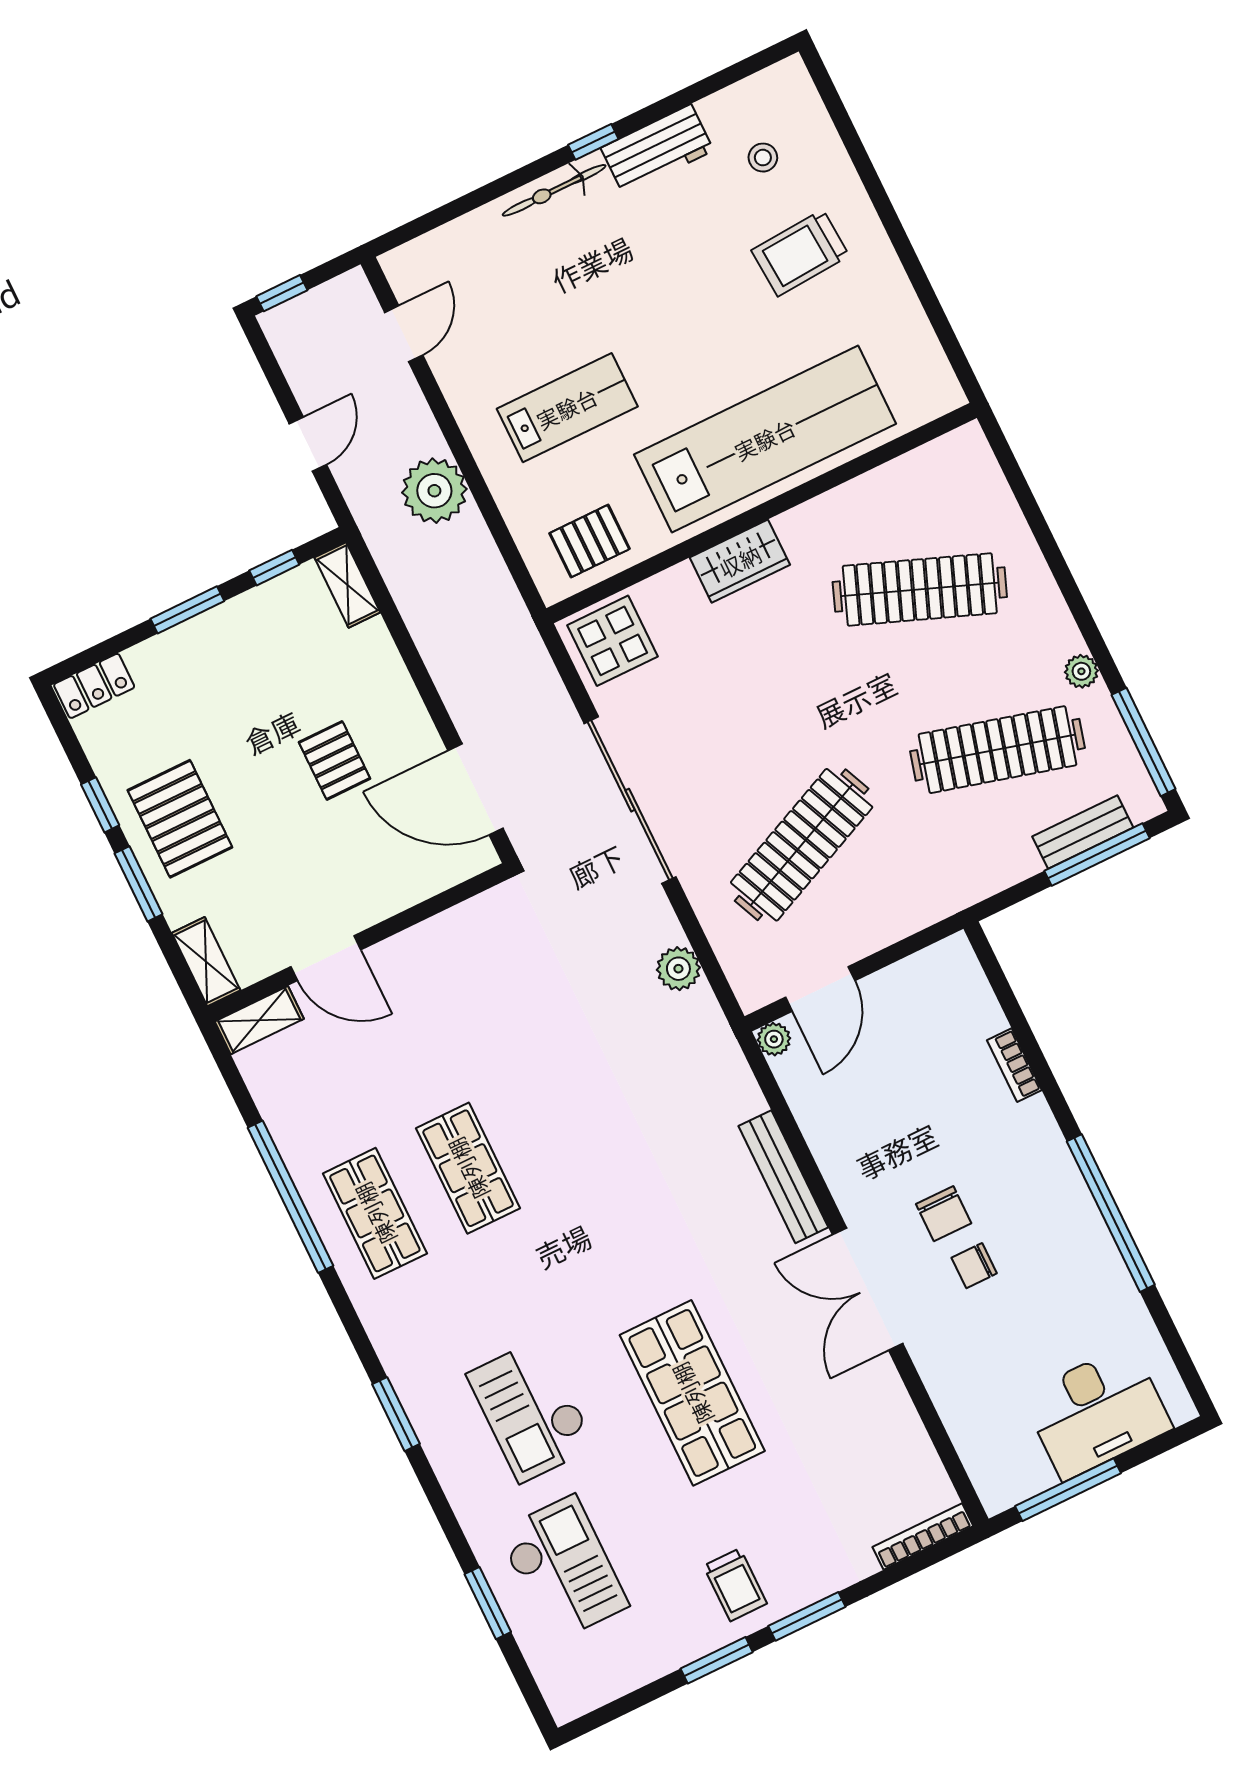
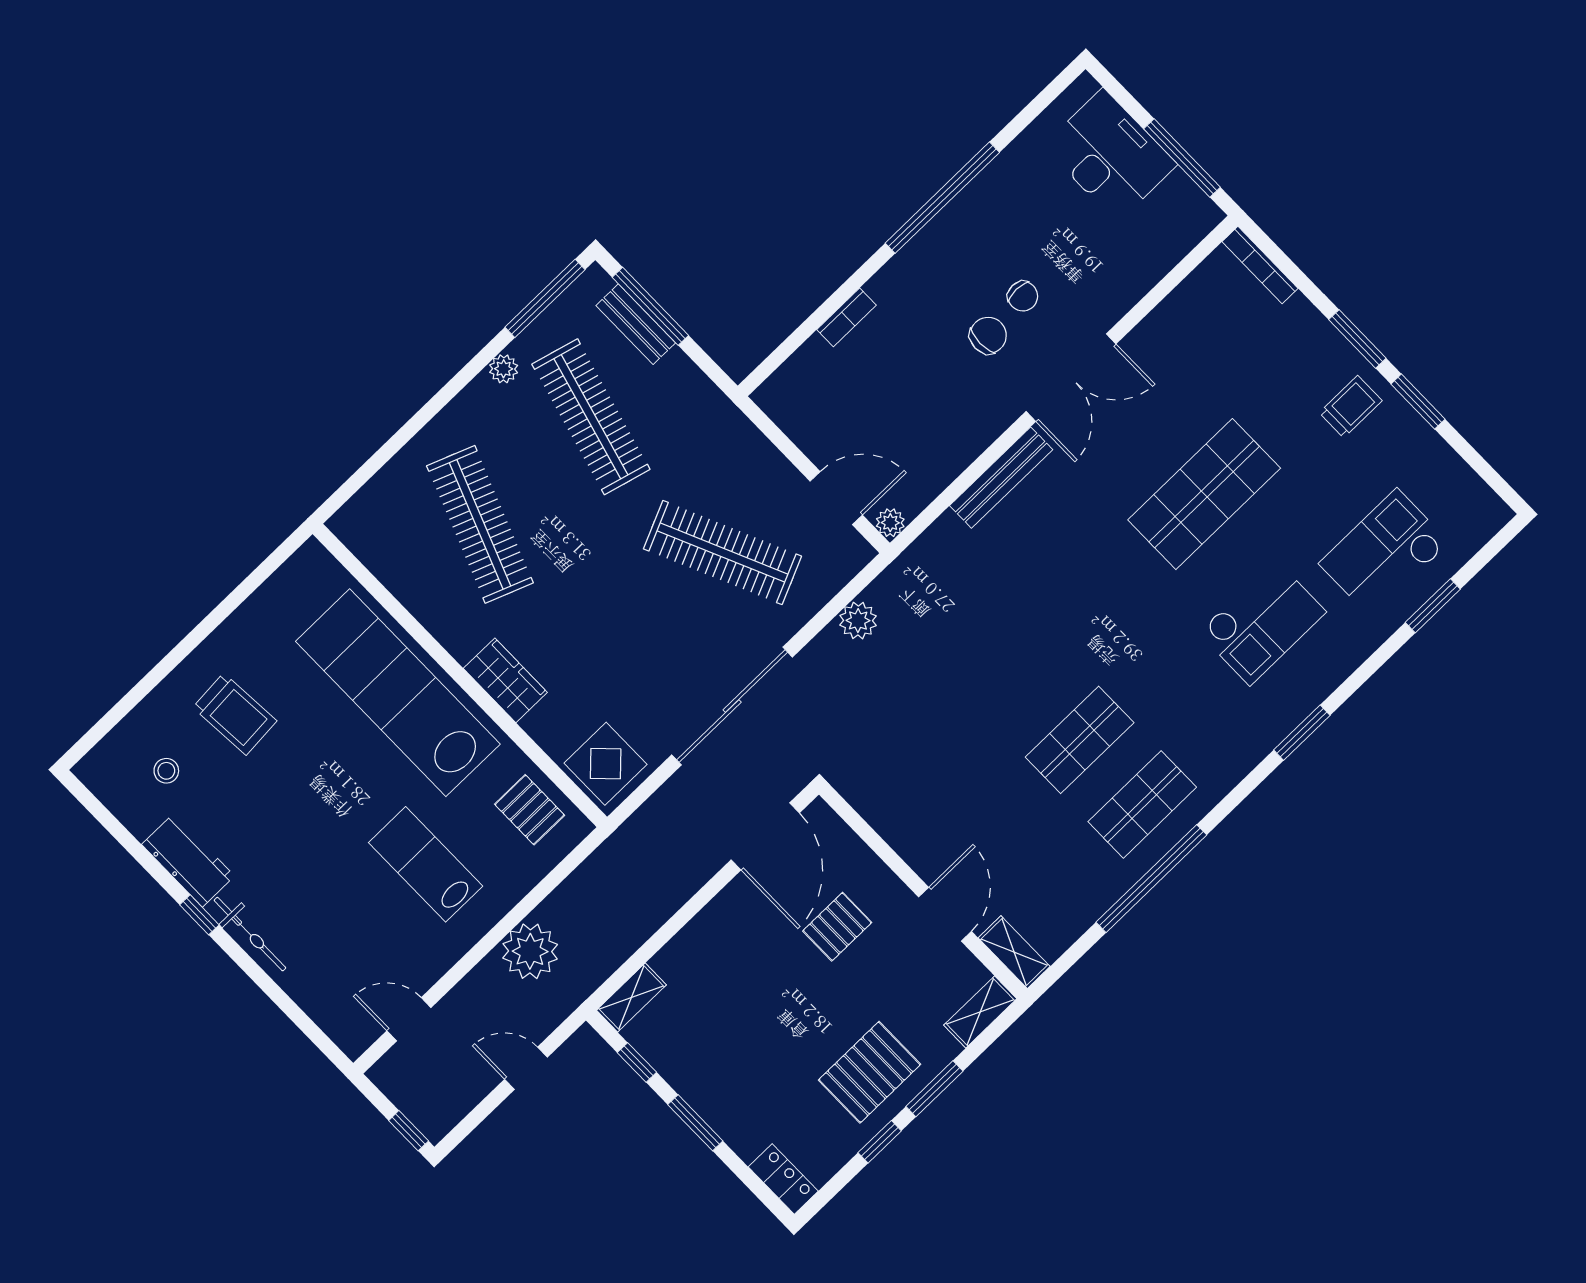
pallet: (334, 760) -> (837, 927), moved

